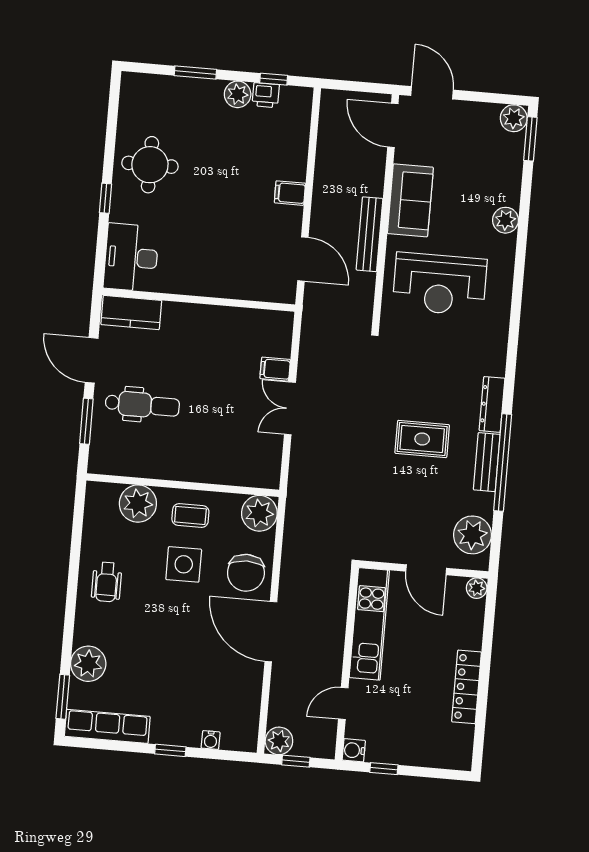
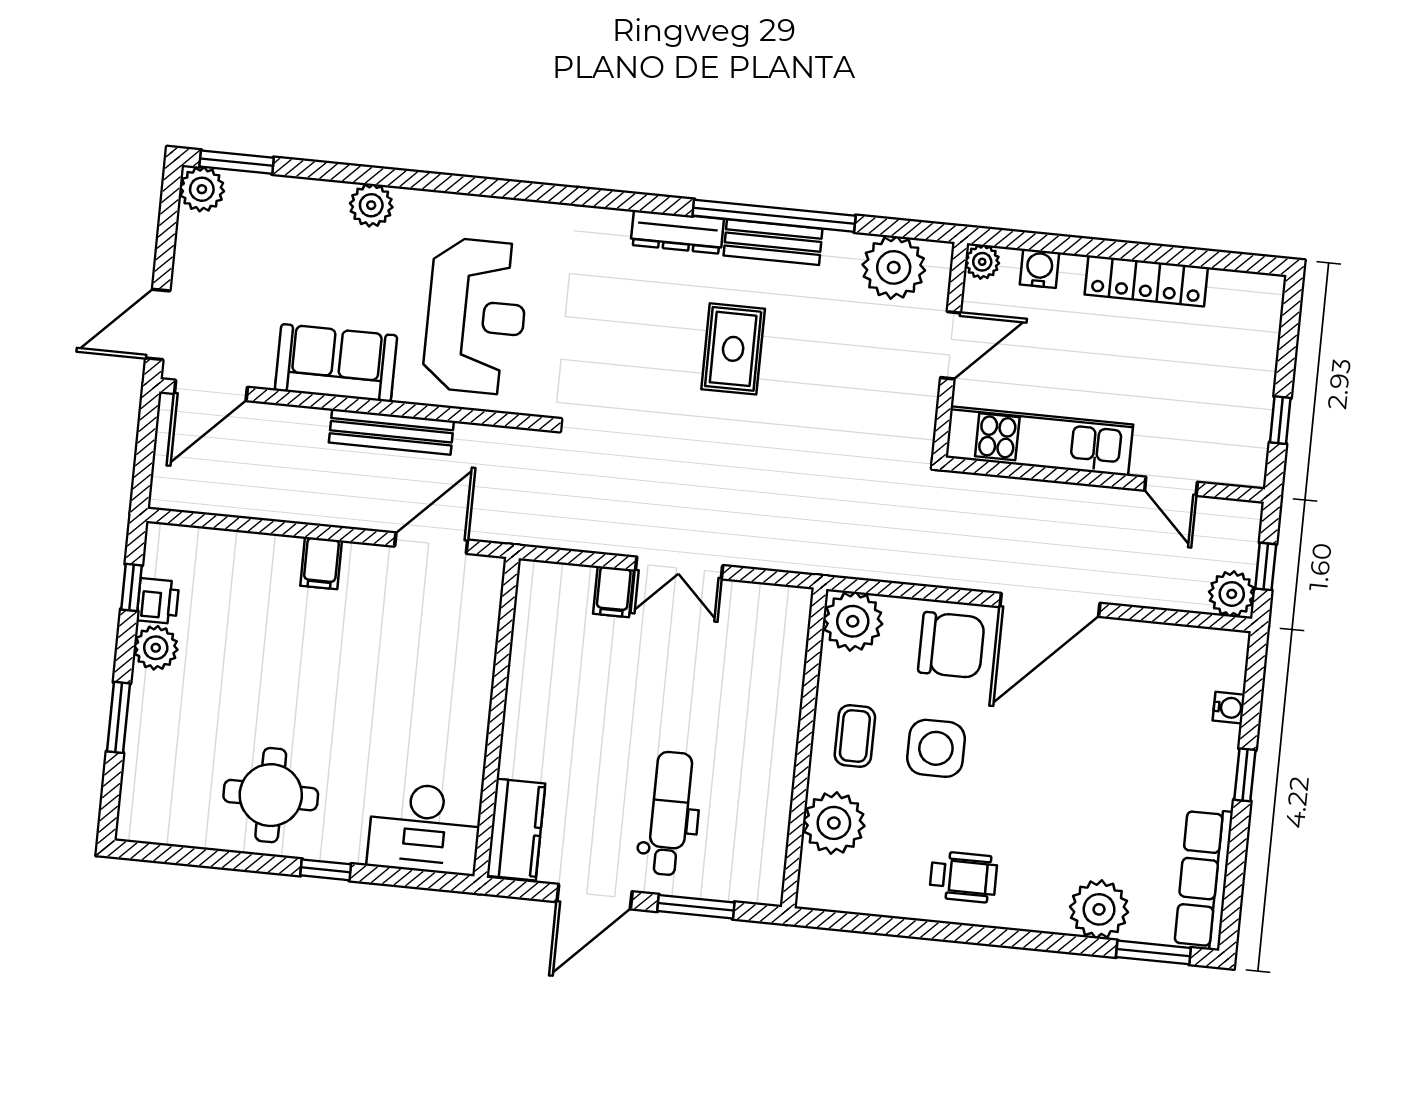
water cooler: (354, 750) -> (1039, 268), moved, turned 180

